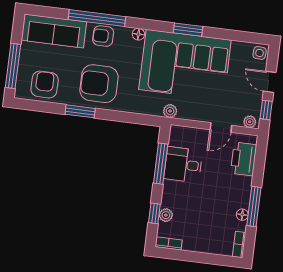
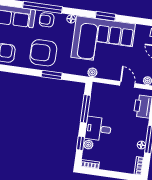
window: (80, 111) -> (52, 75), moved
door: (221, 128) -> (127, 84), swing flipped
desk: (183, 165) -> (98, 129), moved

